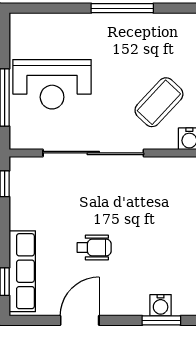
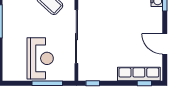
wheelchair: (94, 248) -> (126, 36), removed

